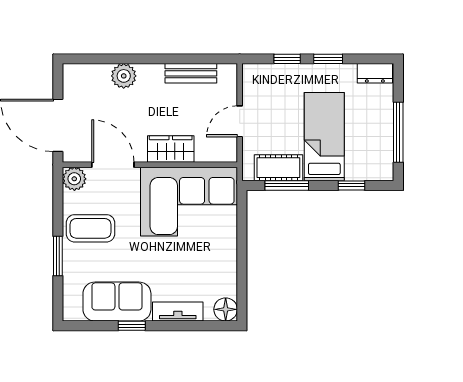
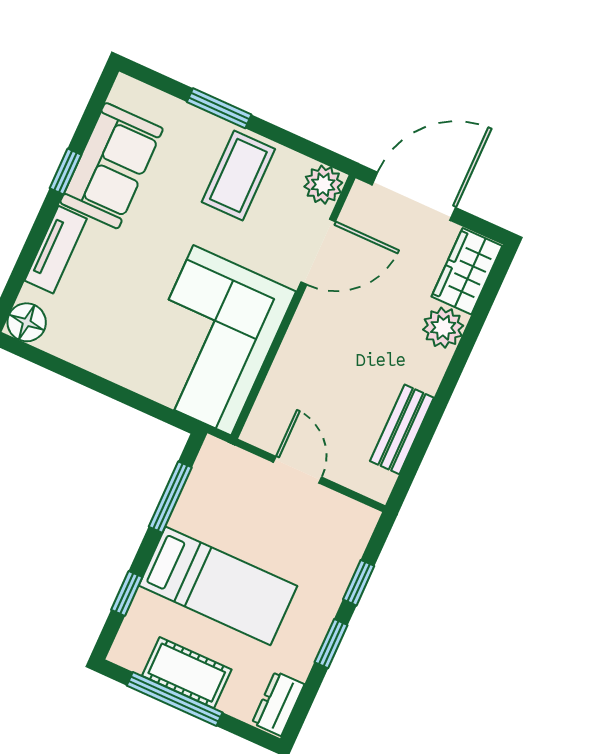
wardrobe: (171, 149) -> (467, 271), moved, turned 180
cot: (278, 168) -> (187, 673), moved, turned 90

